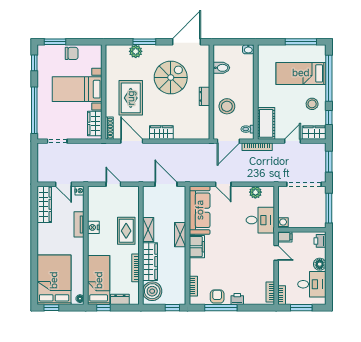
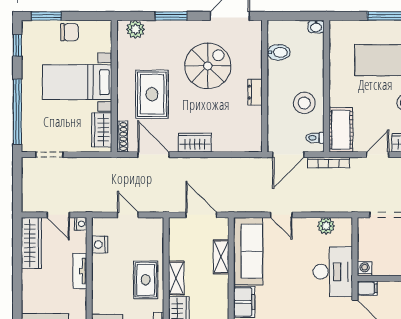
plant: (136, 51) -> (135, 29), moved
stool: (227, 106) -> (304, 103), moved
desk: (260, 220) -> (333, 272), width x1.37
nightstand: (93, 227) -> (100, 245), moved
shelving: (180, 235) -> (221, 257), moved

